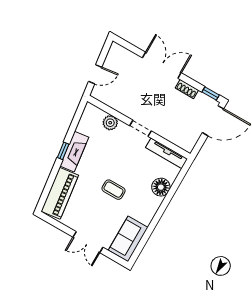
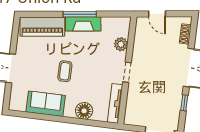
shoe rack: (187, 89) -> (185, 34), moved
window: (211, 94) -> (184, 103), moved
window: (63, 151) -> (80, 14), width x2.17
sofa: (128, 239) -> (46, 104), moved

